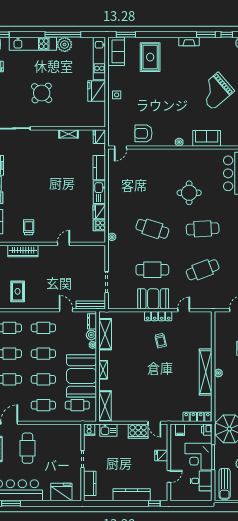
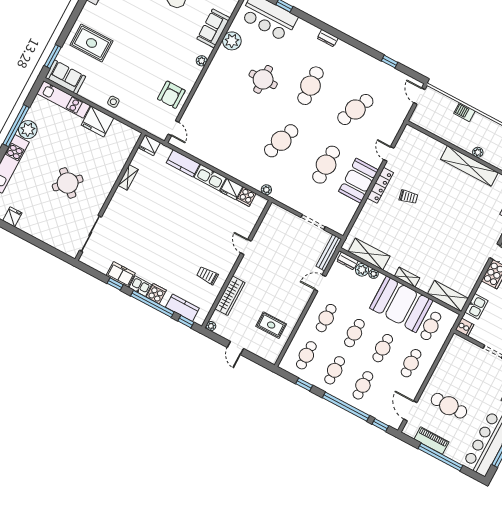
plant: (205, 156) -> (232, 41), added
cafe table: (203, 270) -> (355, 110), turned 45

